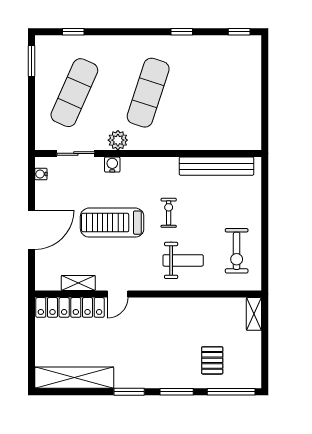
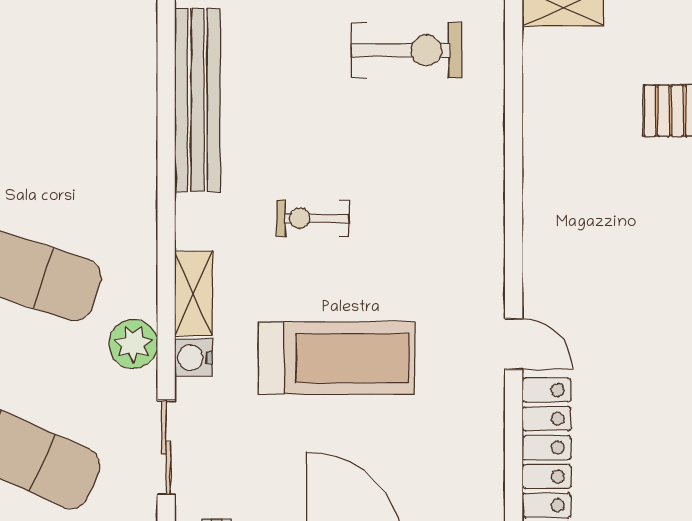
treadmill: (112, 223) -> (337, 358), turned -90
weight bench: (183, 260) -> (430, 183), removed
shelving: (78, 283) -> (193, 294), moved

